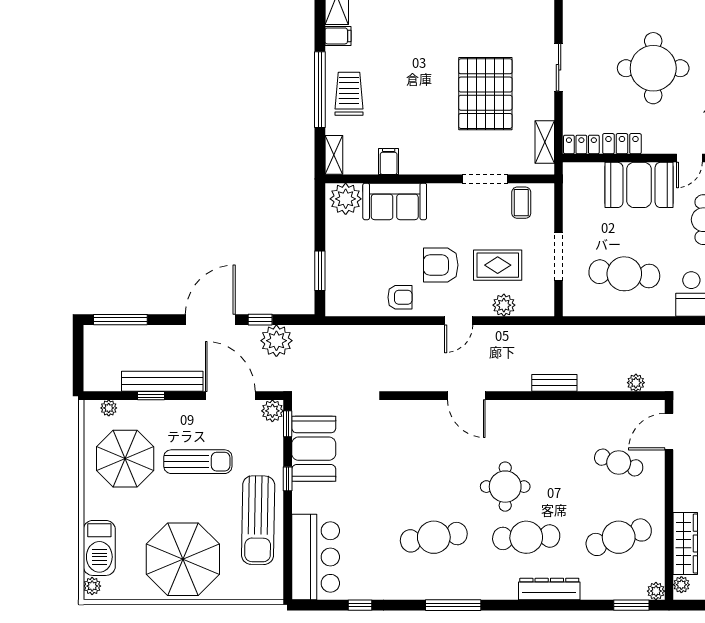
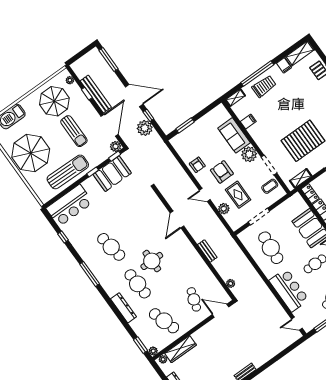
plant: (346, 199) -> (249, 154), moved
sun lounger: (258, 520) -> (68, 172), turned 180

